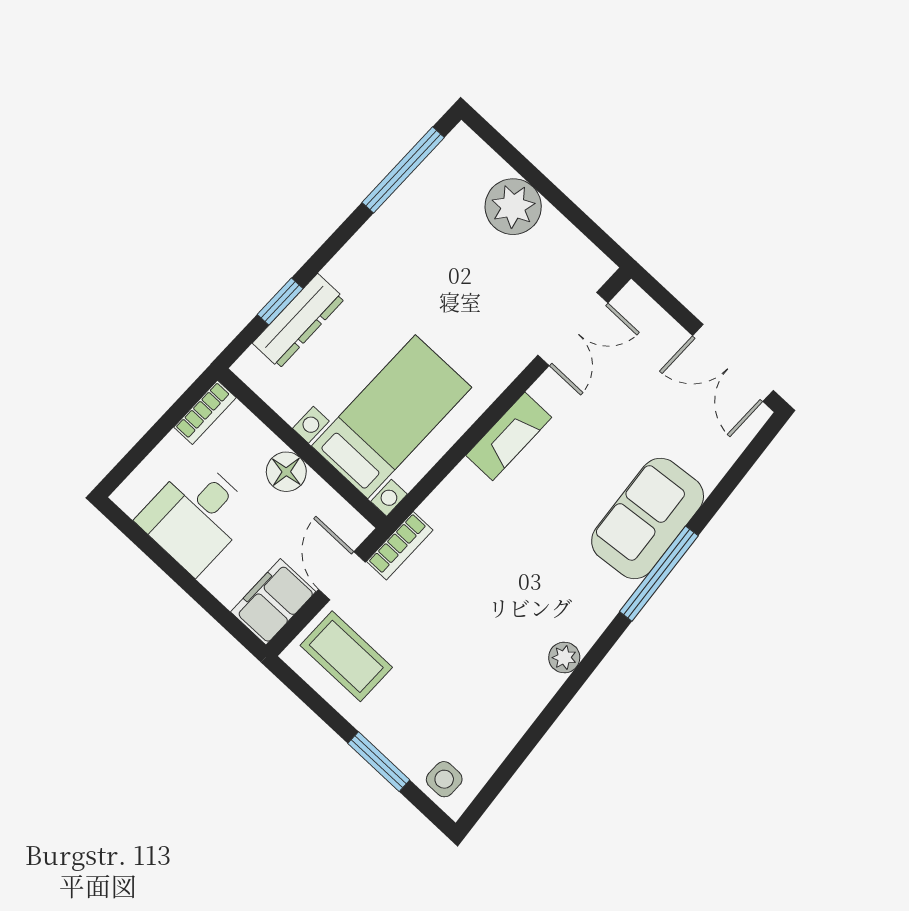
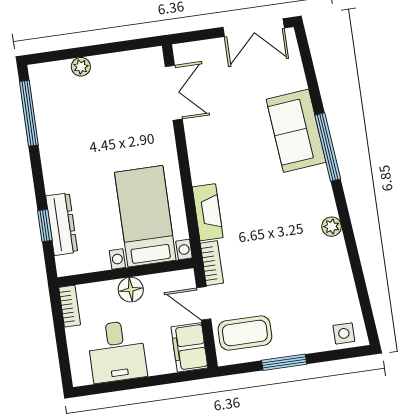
plant: (513, 207) -> (81, 67), width x0.53, depth x0.53
fireplace: (509, 436) -> (208, 212), moved
window: (379, 762) -> (284, 362), moved

